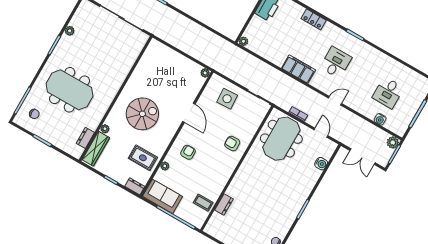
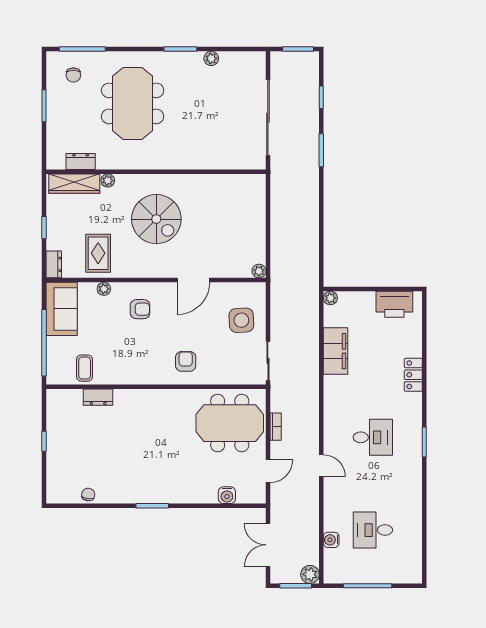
filing cabinet: (298, 69) -> (336, 351), moved

